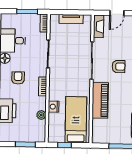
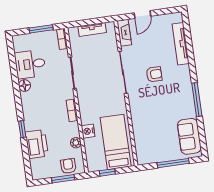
armchair: (18, 78) -> (68, 166), moved
piano: (100, 100) -> (139, 116), removed

